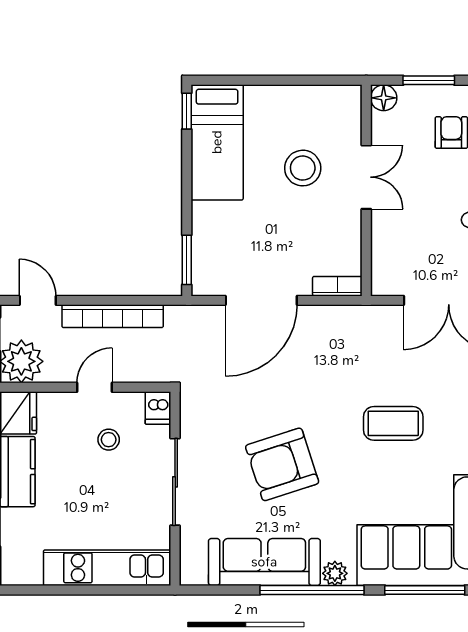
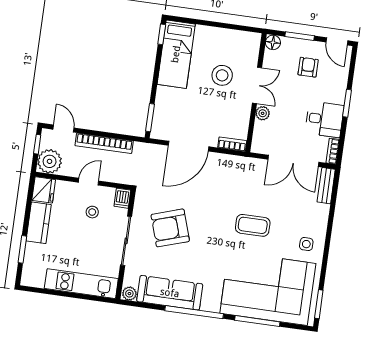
plant: (383, 225) -> (263, 113), added
armchair: (282, 464) -> (170, 228), moved
plant: (335, 573) -> (129, 294), moved

